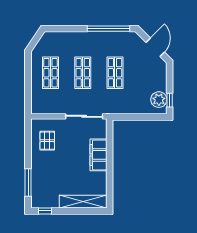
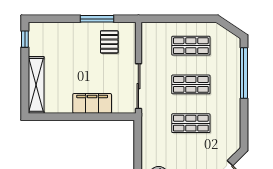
window: (108, 29) -> (244, 73), moved
pallet: (47, 141) -> (109, 42), turned 90
window: (28, 182) -> (97, 19), moved

